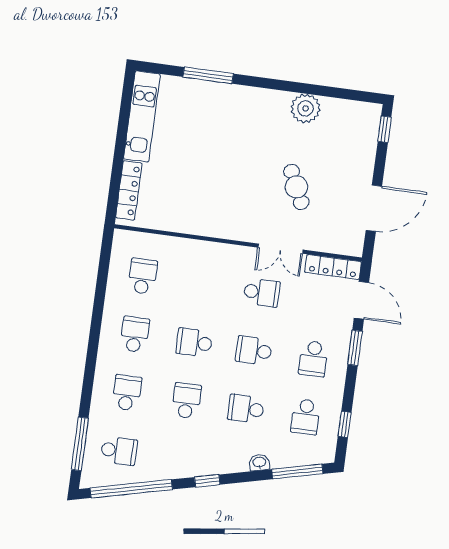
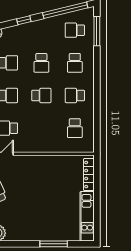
school desk: (135, 334) -> (75, 95), turned 90

